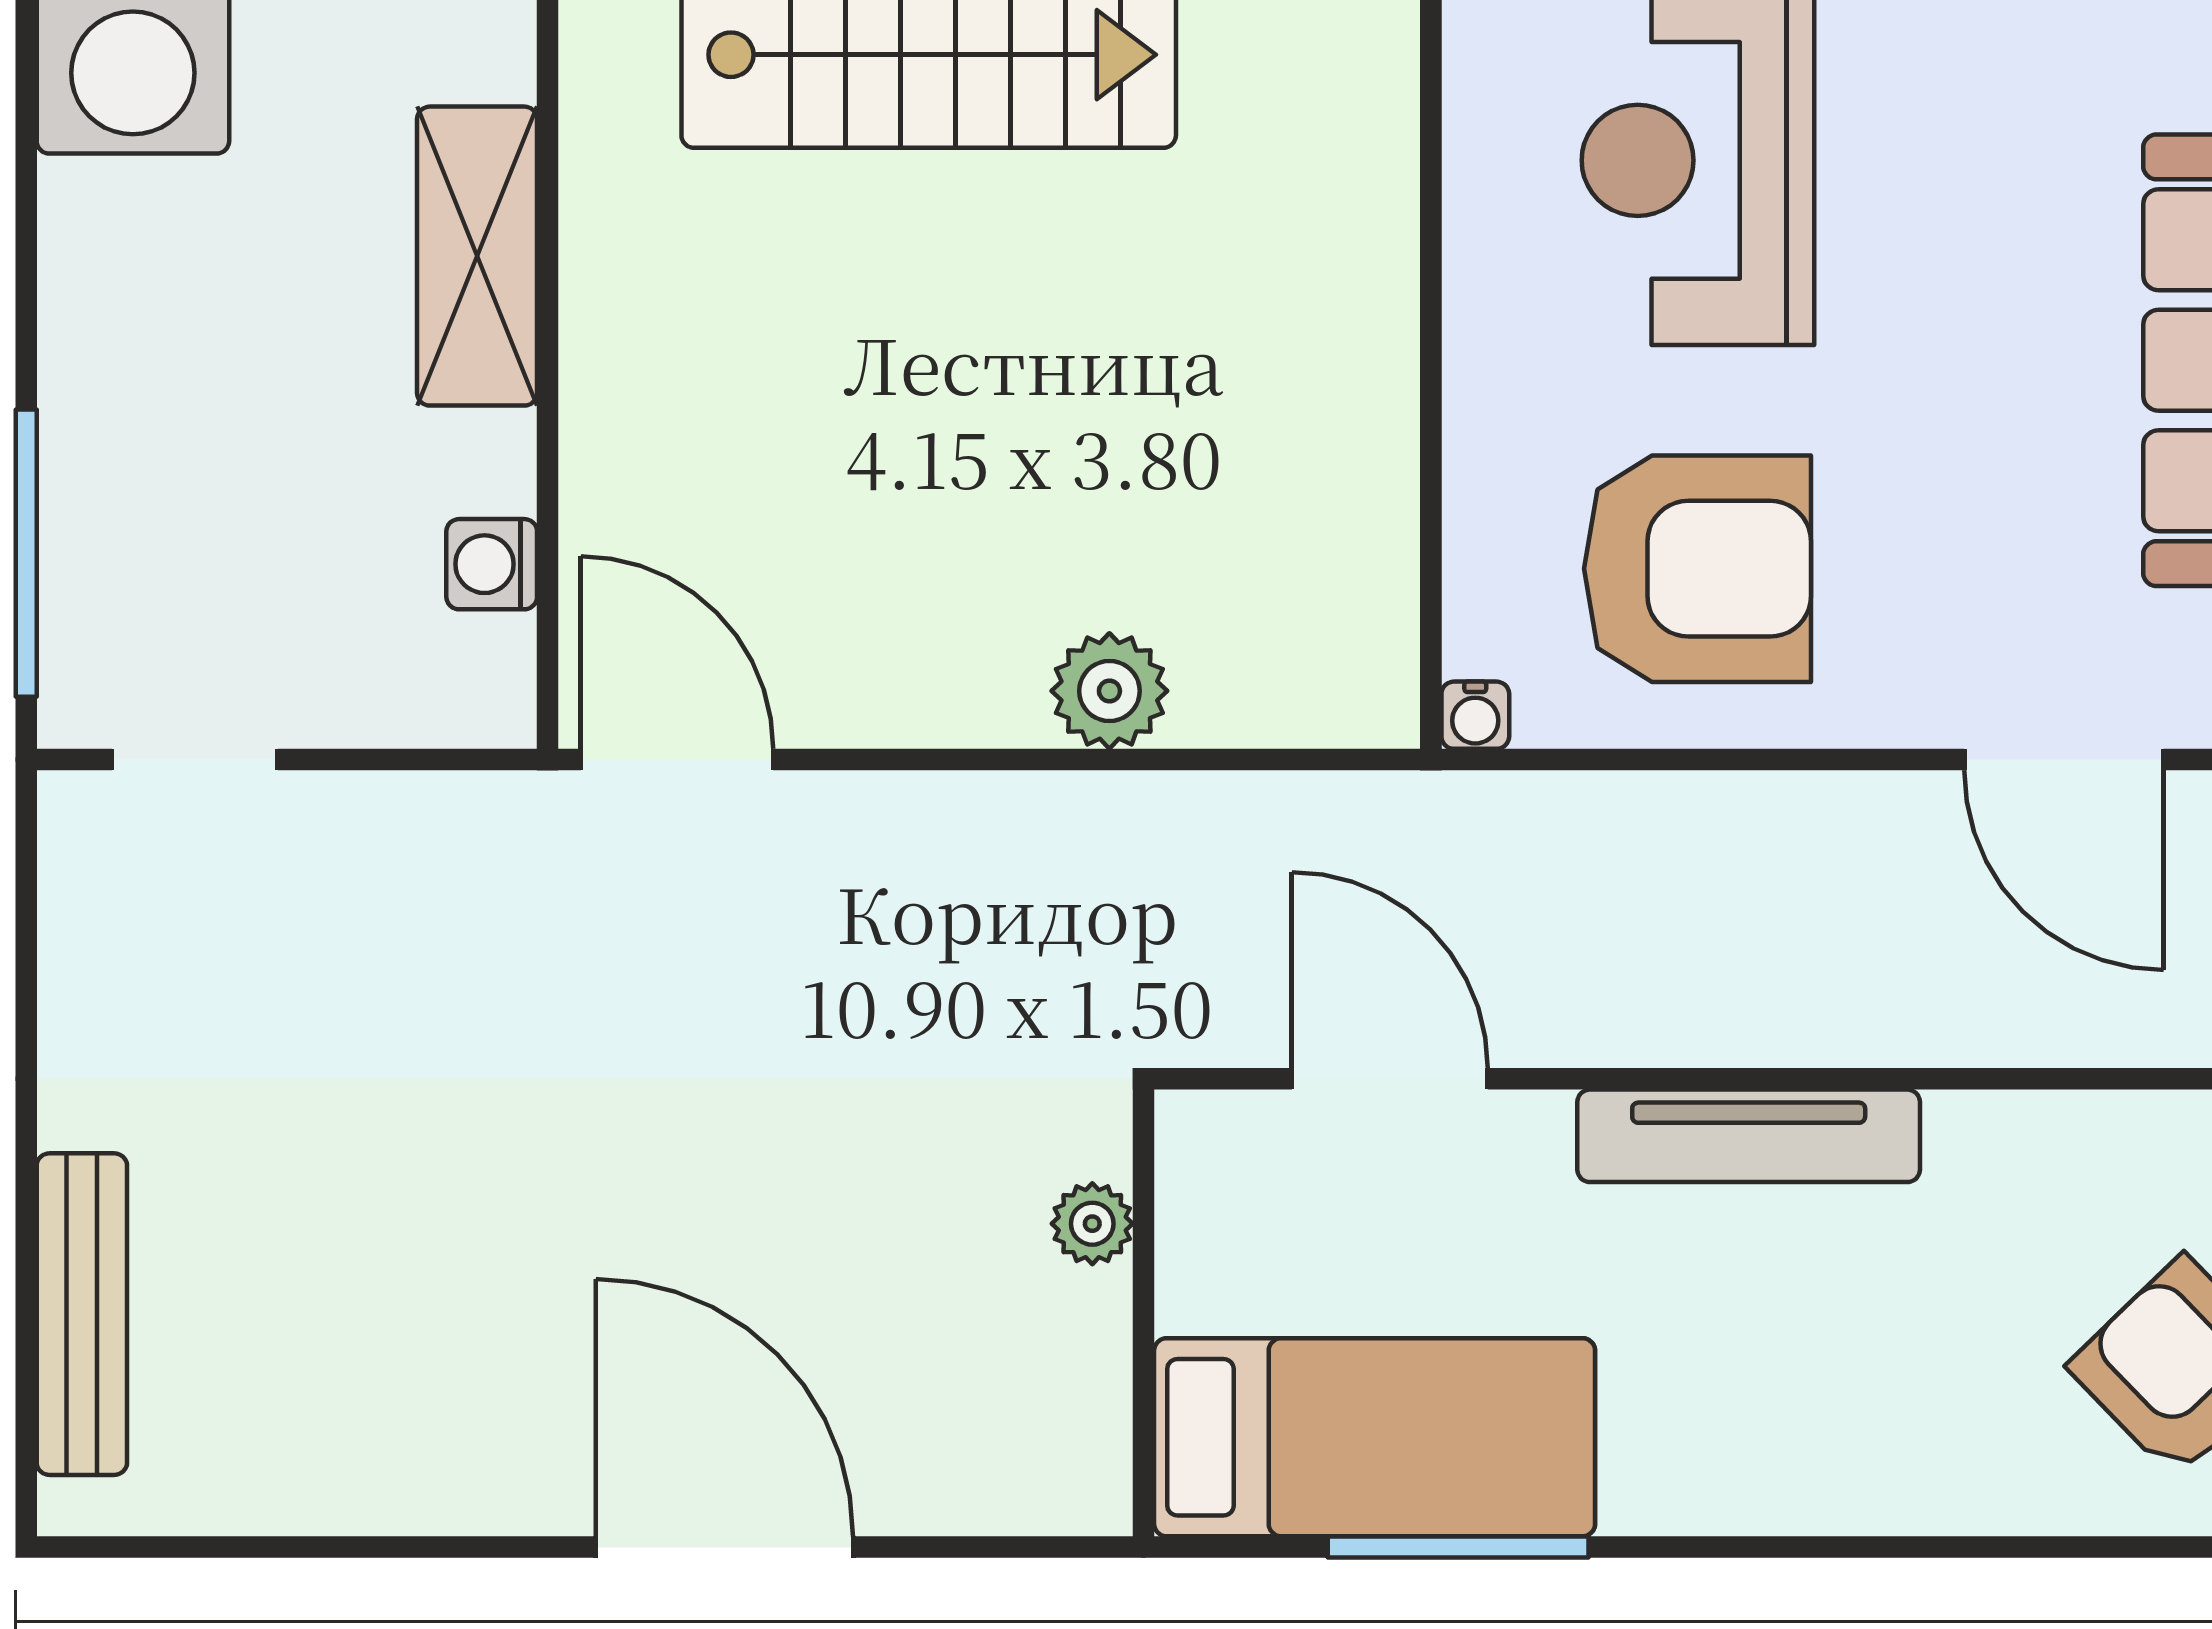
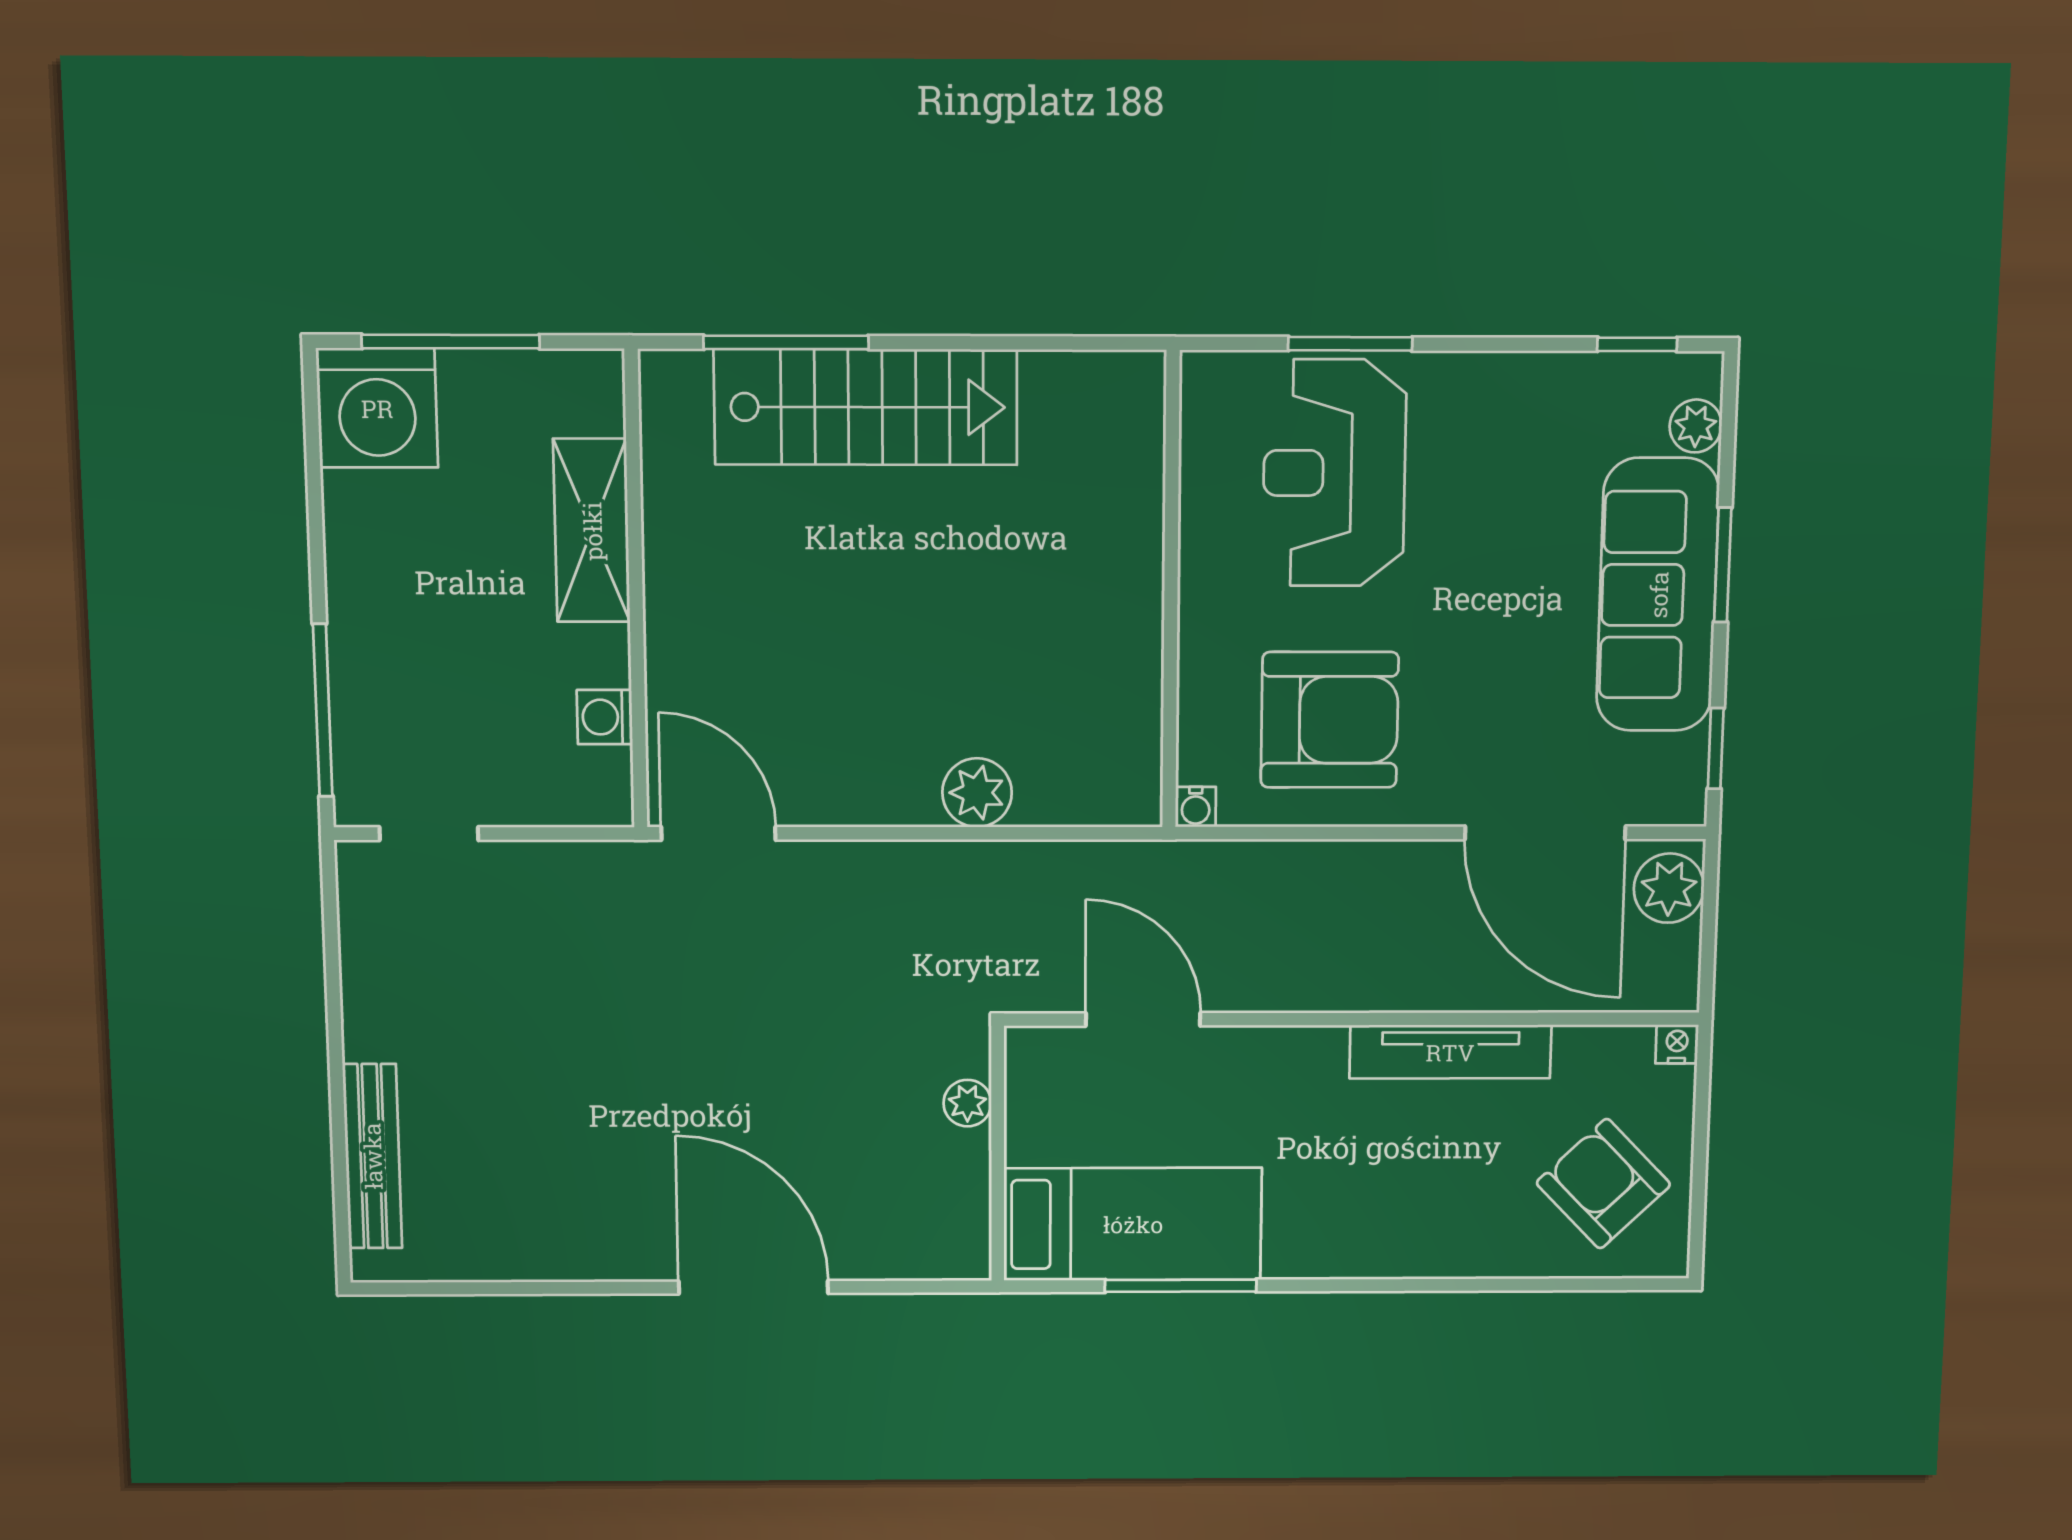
door: (2064, 760) -> (1545, 833), width x1.36
tv unit: (1749, 1136) -> (1450, 1052), moved

